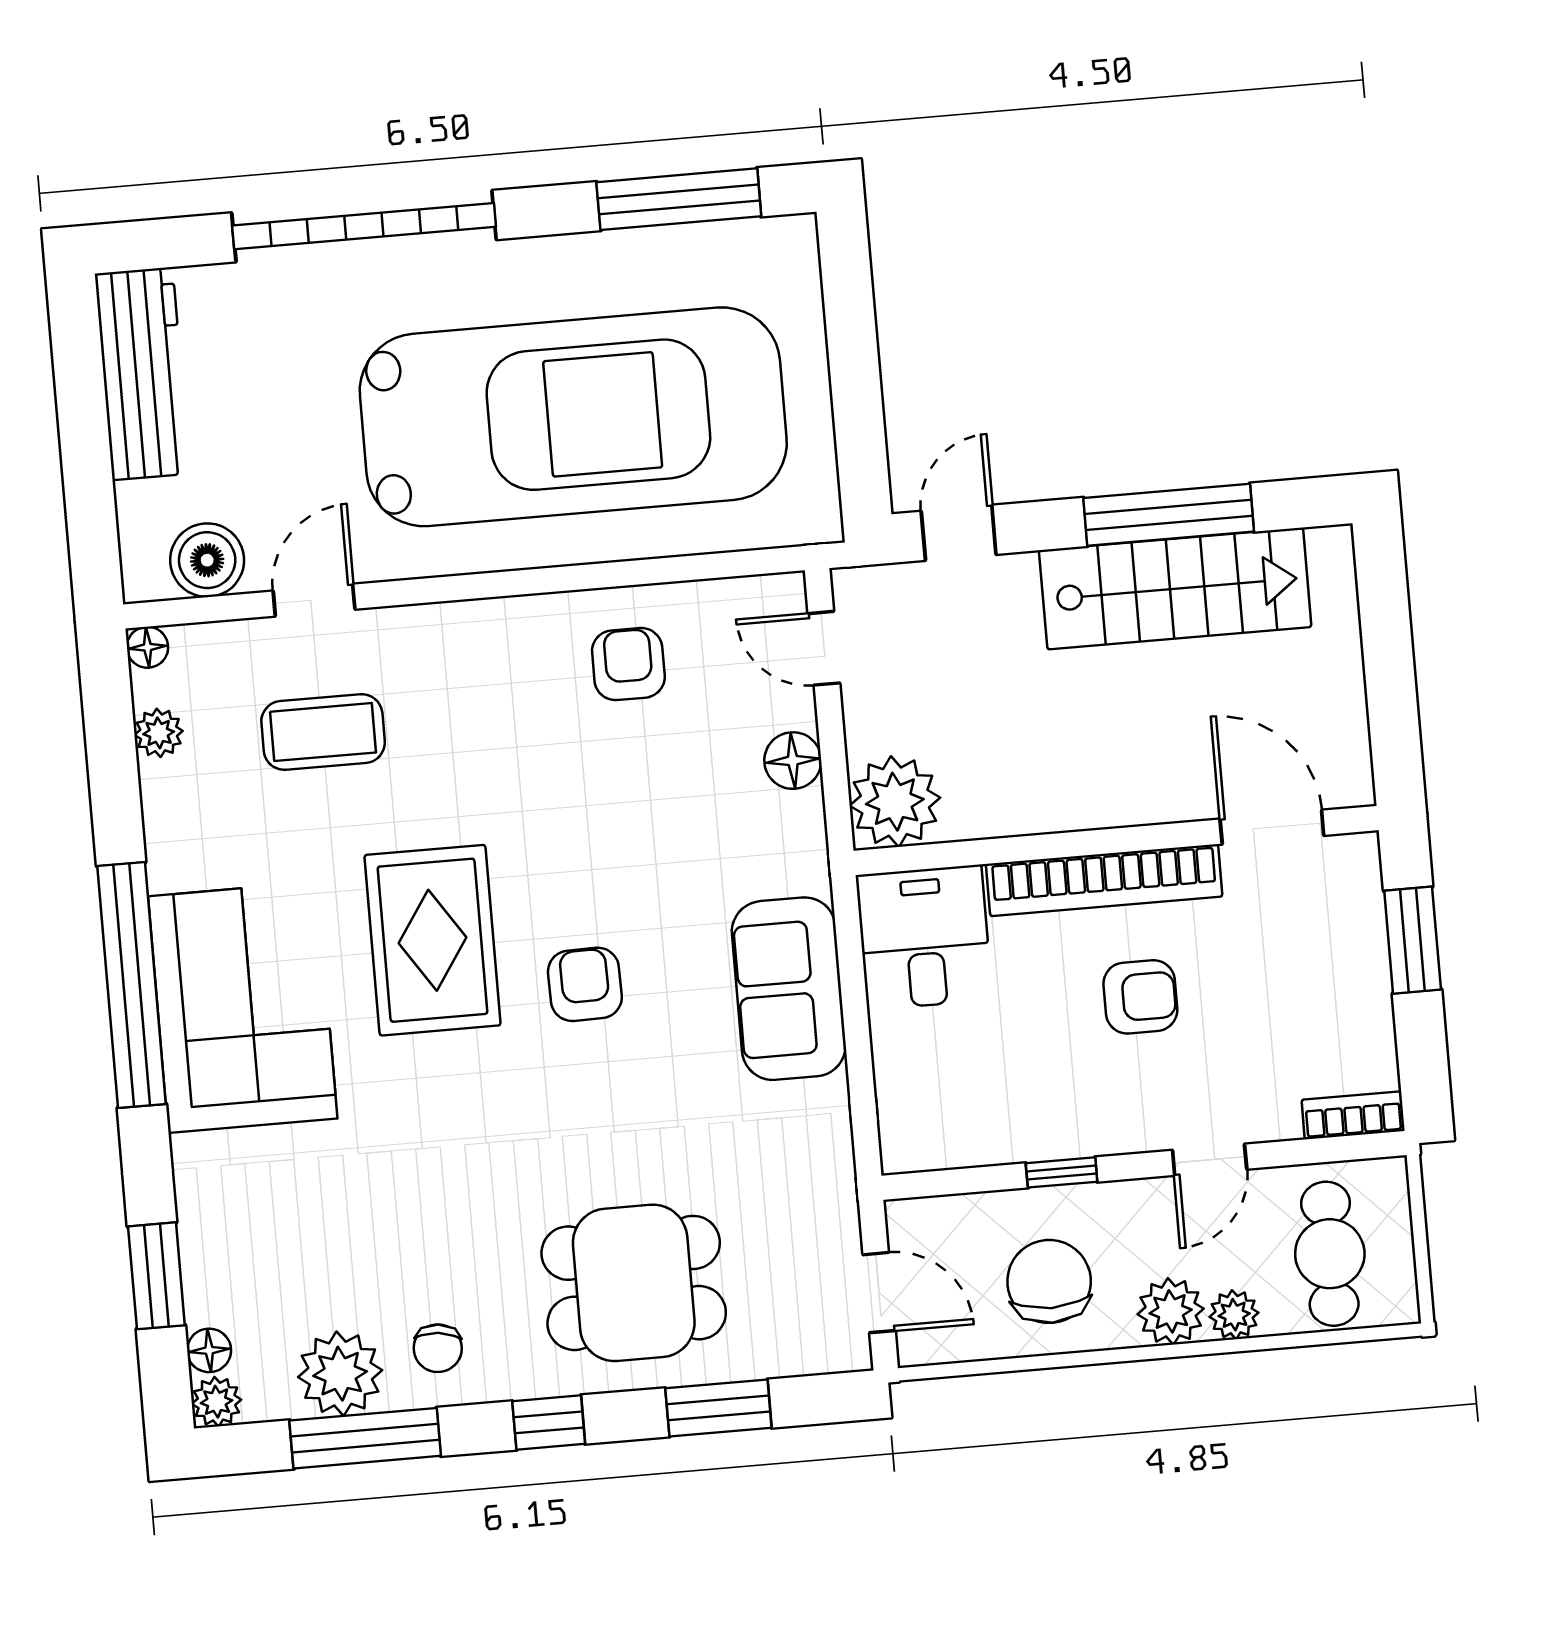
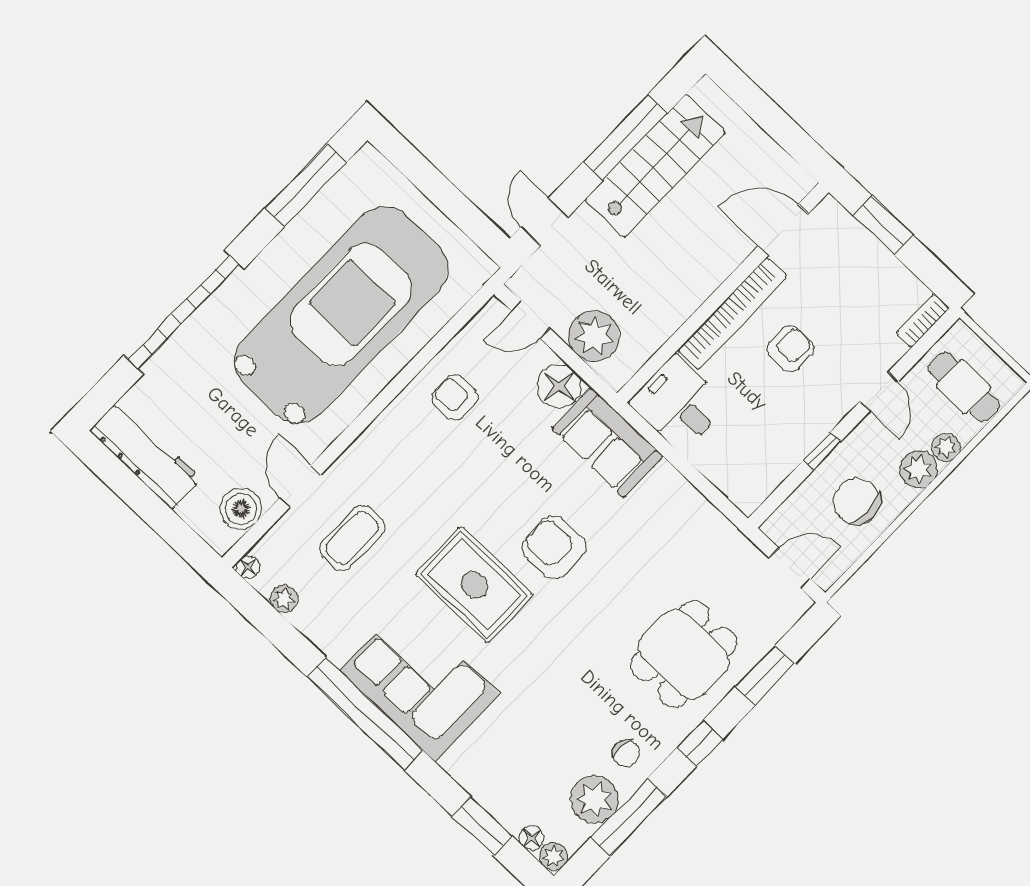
floor lamp: (793, 761) -> (559, 386), width x1.38, depth x1.38
plant: (895, 802) -> (594, 336), moved
armchair: (585, 984) -> (554, 547), width x1.38, depth x1.38
sofa: (789, 989) -> (608, 443), moved

